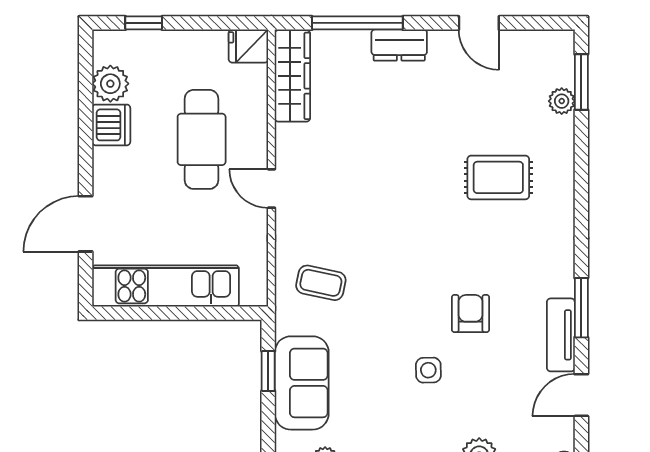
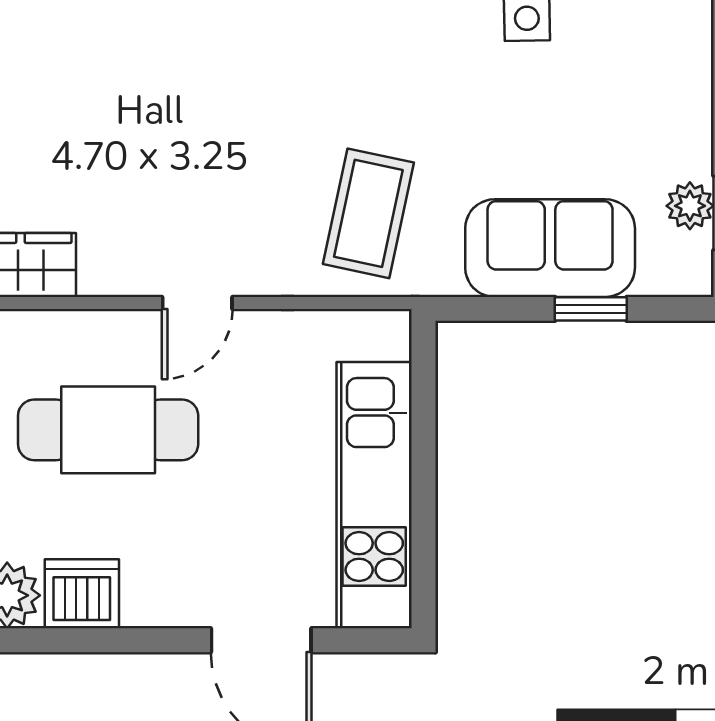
coffee table: (321, 283) -> (368, 213), width x1.36, depth x1.30
window: (268, 371) -> (591, 309), moved

